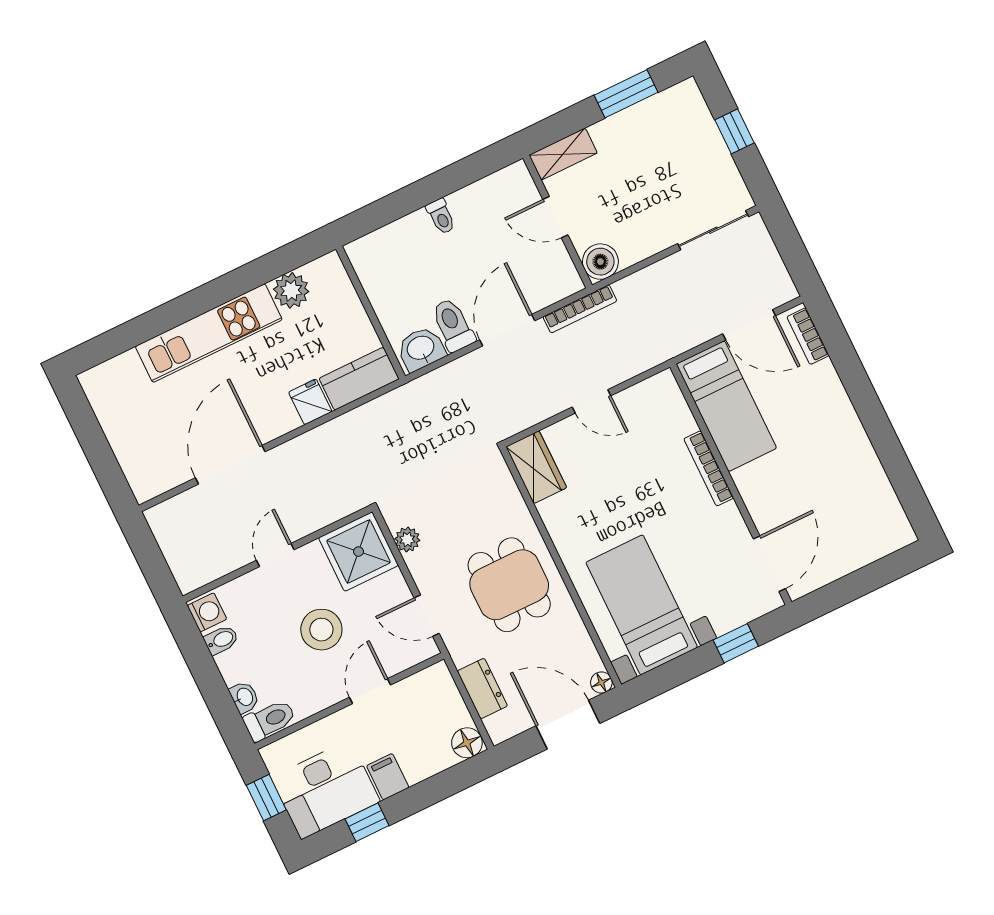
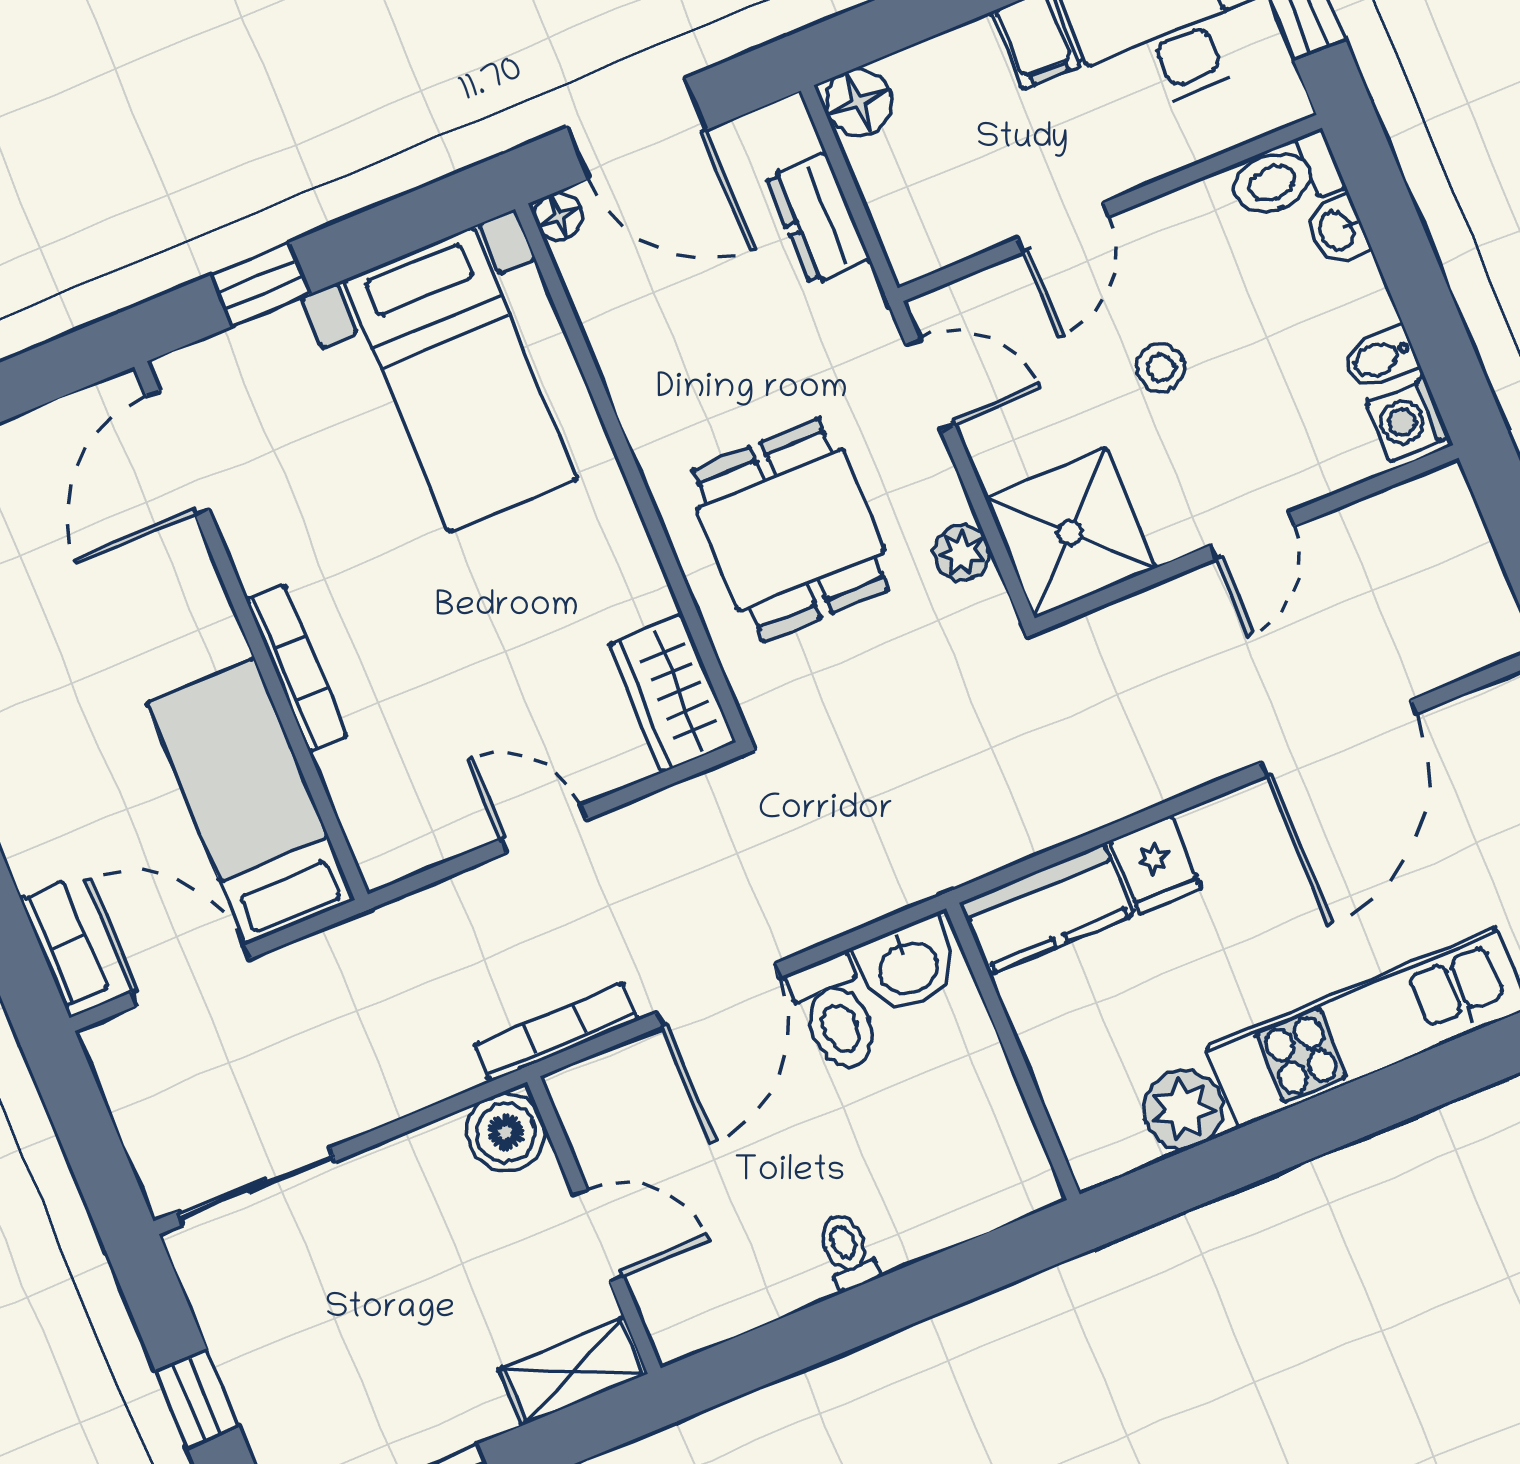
dining table: (509, 585) -> (791, 530), moved
stool: (321, 630) -> (1161, 368), width x0.53, depth x0.53

